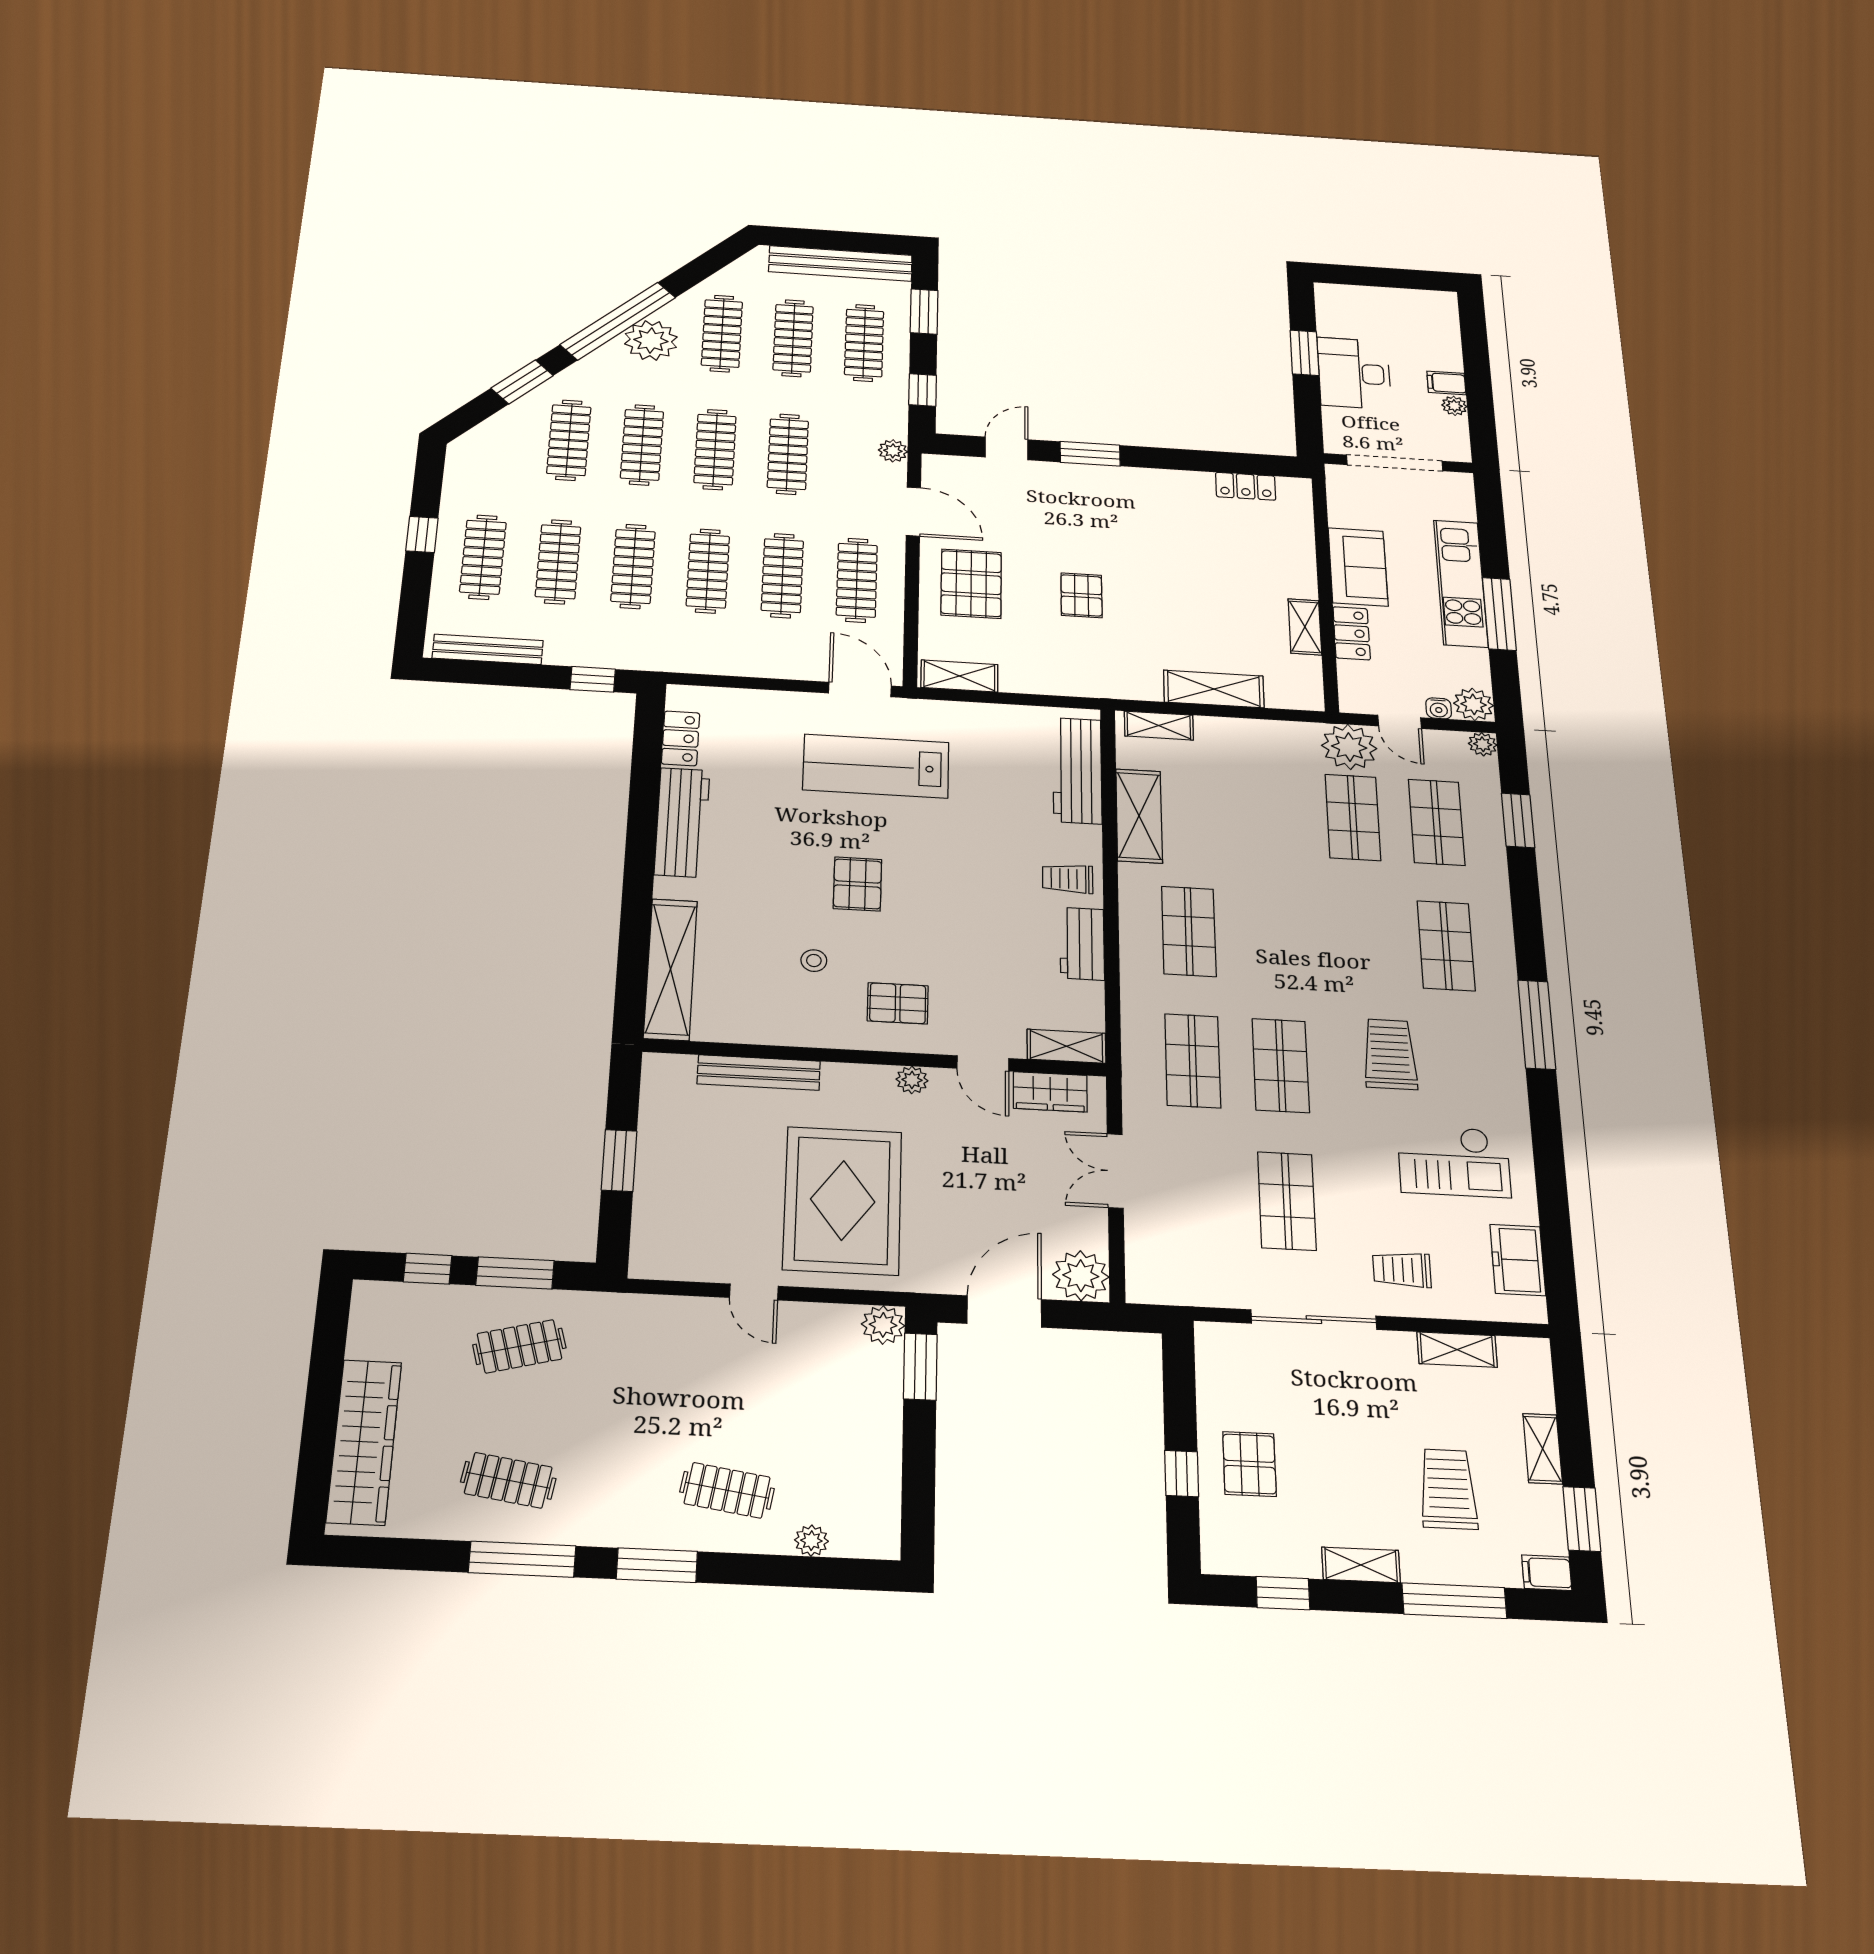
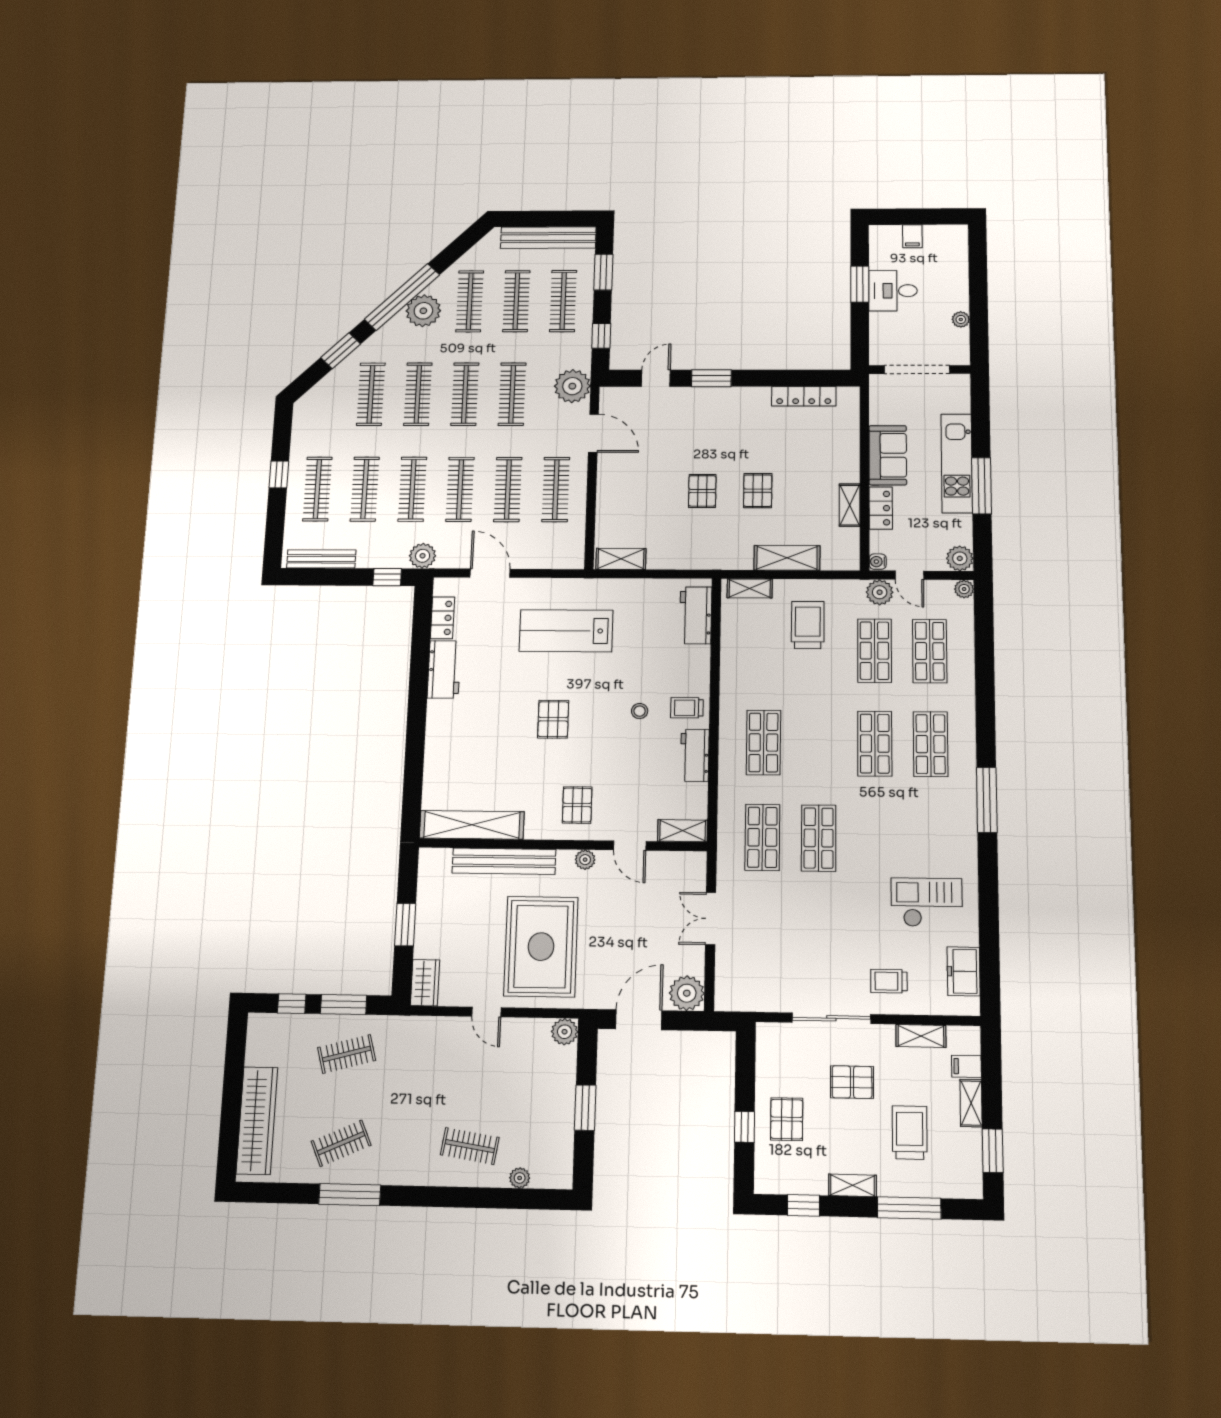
desk: (1354, 373) -> (893, 291), width x0.73
filing cabinet: (1446, 383) -> (912, 236), moved, turned -90
plant: (893, 451) -> (572, 386), width x1.87, depth x1.87
locker: (1246, 486) -> (804, 396), width x1.53
pallet: (971, 584) -> (758, 491), moved, width x0.67, depth x0.71
plant: (649, 654) -> (423, 556), added
door: (860, 690) -> (490, 573), moved
water cooler: (1439, 708) -> (878, 562), moved, turned 90
plant: (1349, 747) -> (880, 592), width x0.73, depth x0.73
workbench: (1077, 771) -> (696, 615), width x0.73
shelving: (1139, 816) -> (734, 658), removed
window: (1518, 820) -> (984, 646), removed
workbench: (682, 822) -> (444, 669), width x0.73
stool: (814, 961) -> (640, 711), moved
shelving: (670, 969) -> (472, 825), moved, turned 90
pallet: (898, 1003) -> (577, 805), turned 90
trolley: (1390, 1054) -> (808, 625), moved
bench: (759, 1072) -> (504, 861), width x1.37, depth x1.21
wardrobe: (1050, 1092) -> (425, 983), moved, turned -90
checkout: (1454, 1161) -> (927, 902), turned 180
shop shelf: (1287, 1201) -> (875, 744), moved
window: (920, 1367) -> (585, 1108), moved
pallet: (1352, 1413) -> (852, 1082), added
clothes rail: (508, 1480) -> (341, 1143), turned -33
window: (657, 1565) -> (428, 1196), removed
filing cabinet: (1547, 1573) -> (966, 1066), moved

